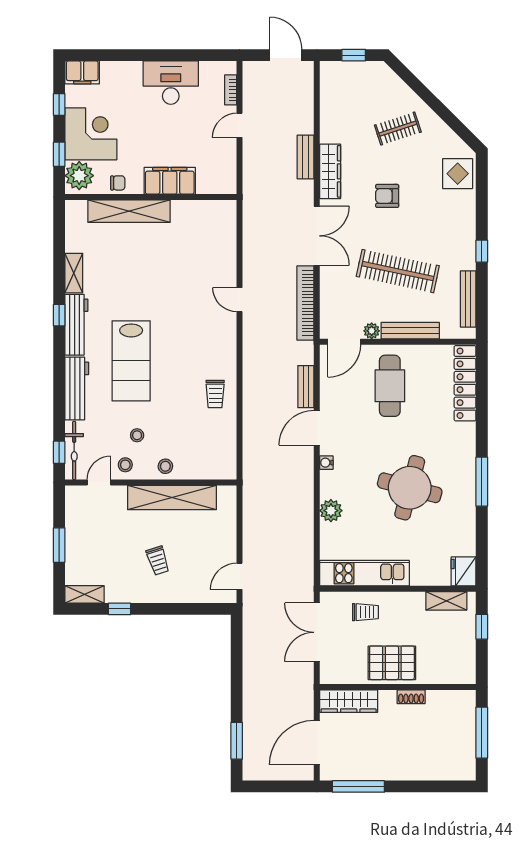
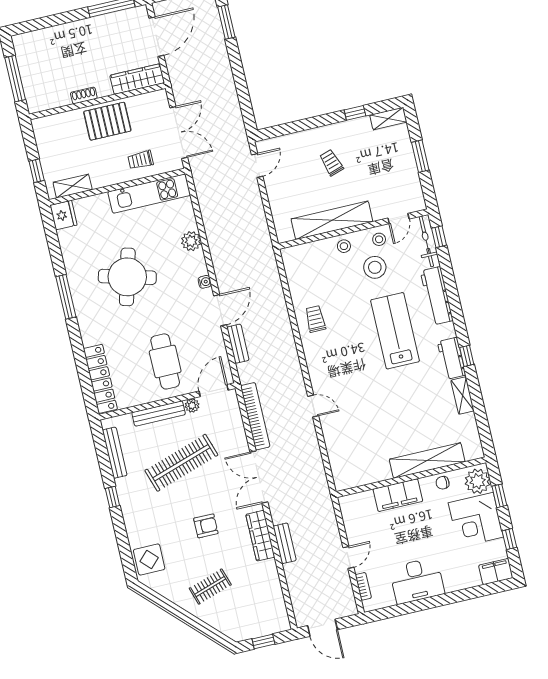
clothes rail: (398, 271) -> (181, 463), turned -30
workbench: (76, 325) -> (452, 358), width x0.73
stool: (137, 435) -> (375, 267), width x1.89, depth x1.89

